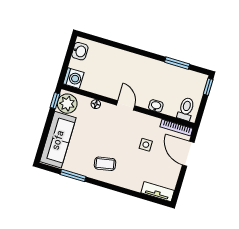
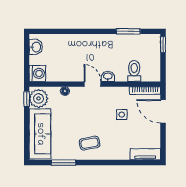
washbasin: (156, 106) -> (108, 76), moved
toilet: (186, 109) -> (134, 71), moved

